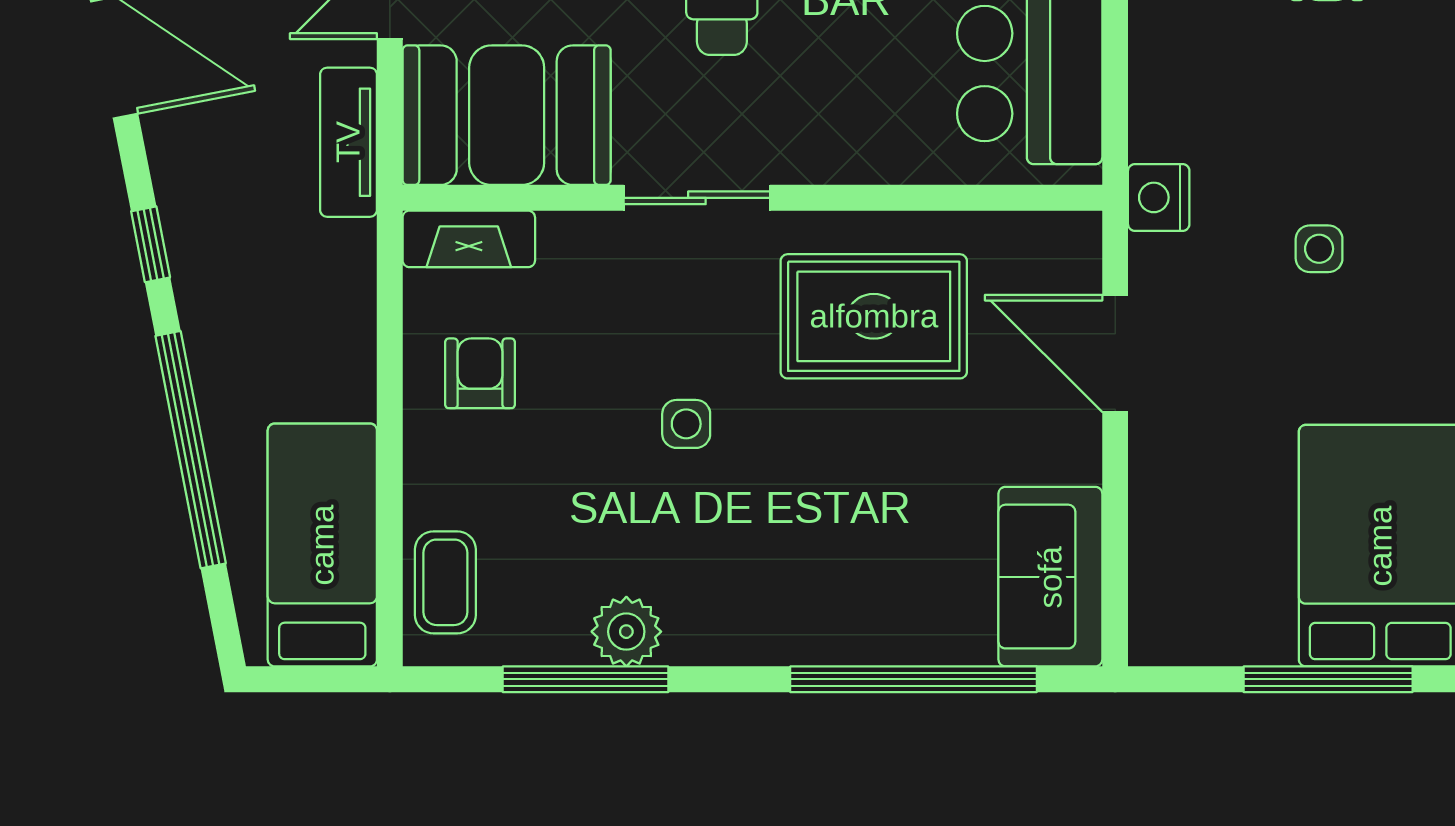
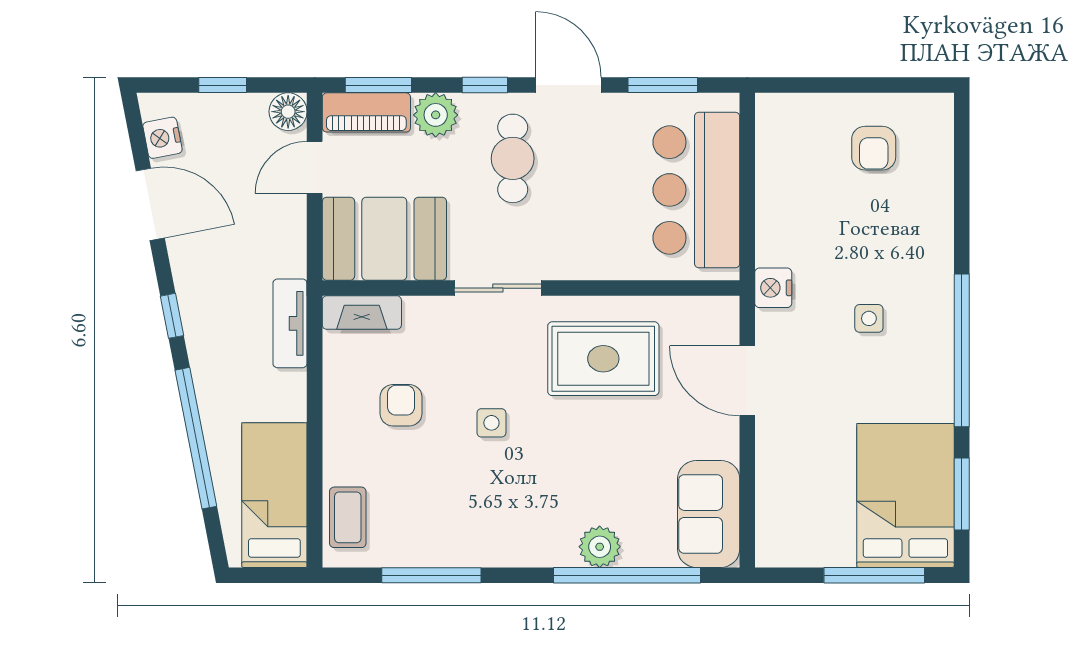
tv unit: (348, 142) -> (290, 323), moved
armchair: (480, 373) -> (401, 405), moved
plant: (626, 632) -> (600, 547), moved

